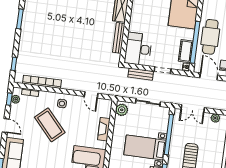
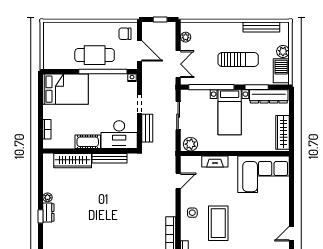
cot: (186, 51) -> (88, 142), moved
door: (209, 76) -> (139, 51), swing flipped
coffee table: (50, 125) -> (218, 223), turned -48

